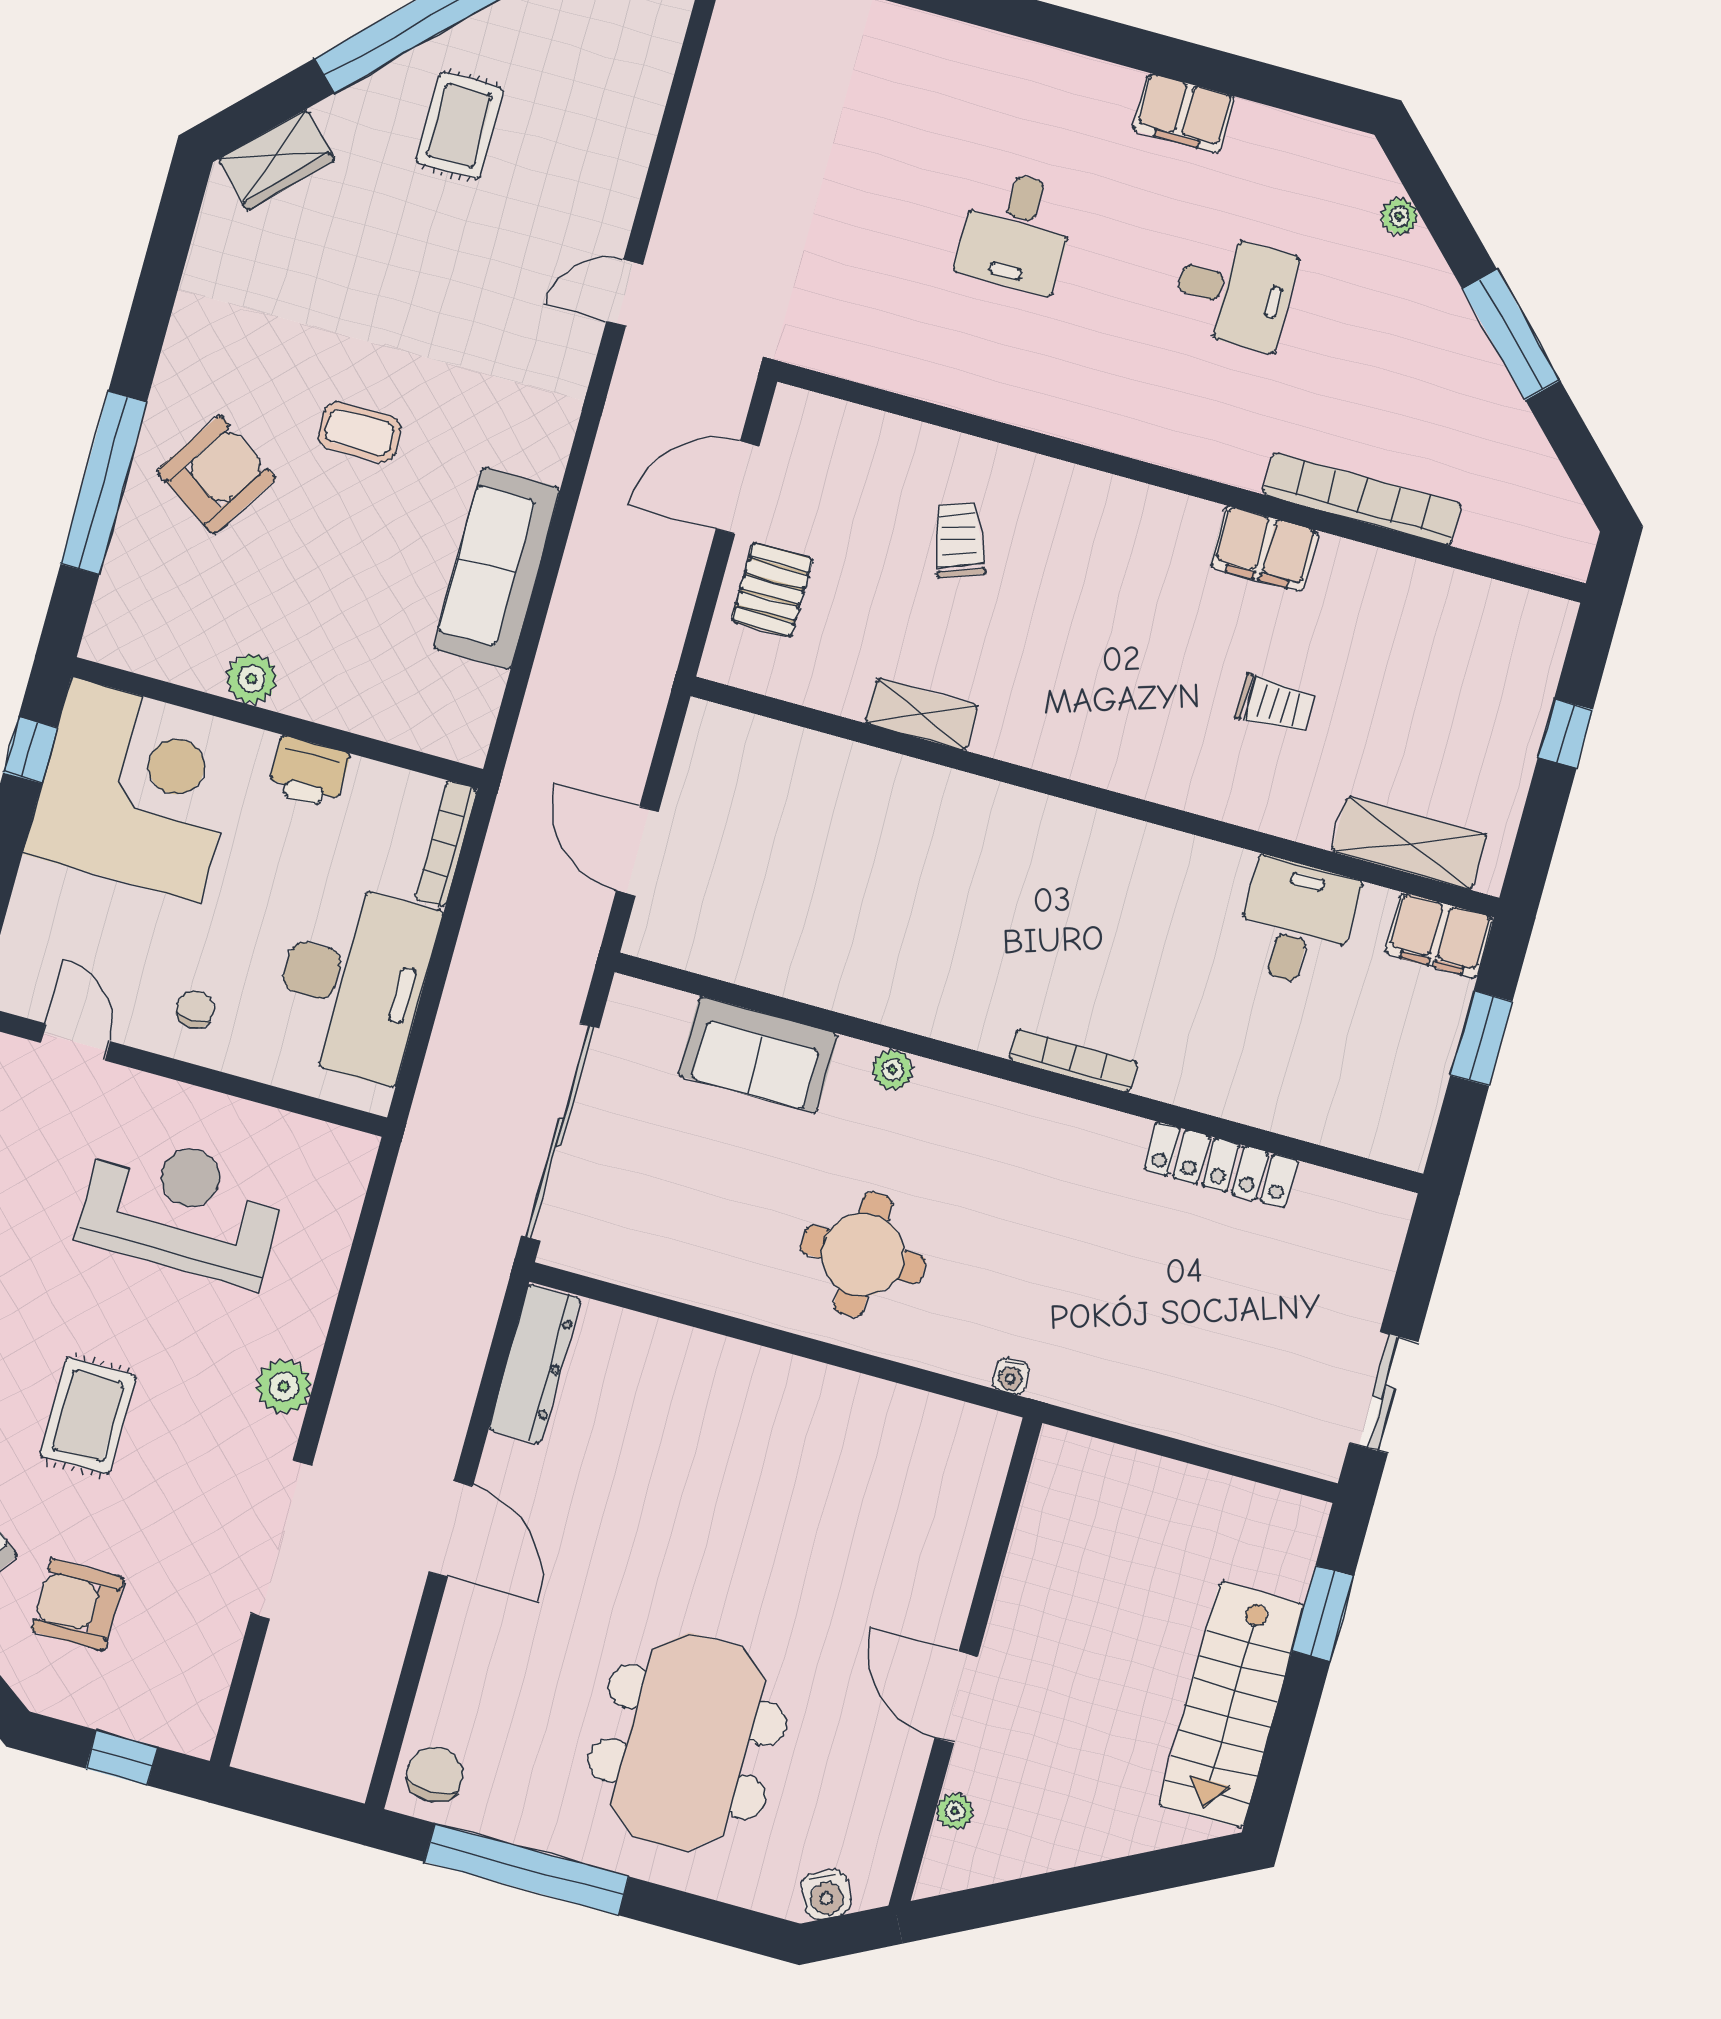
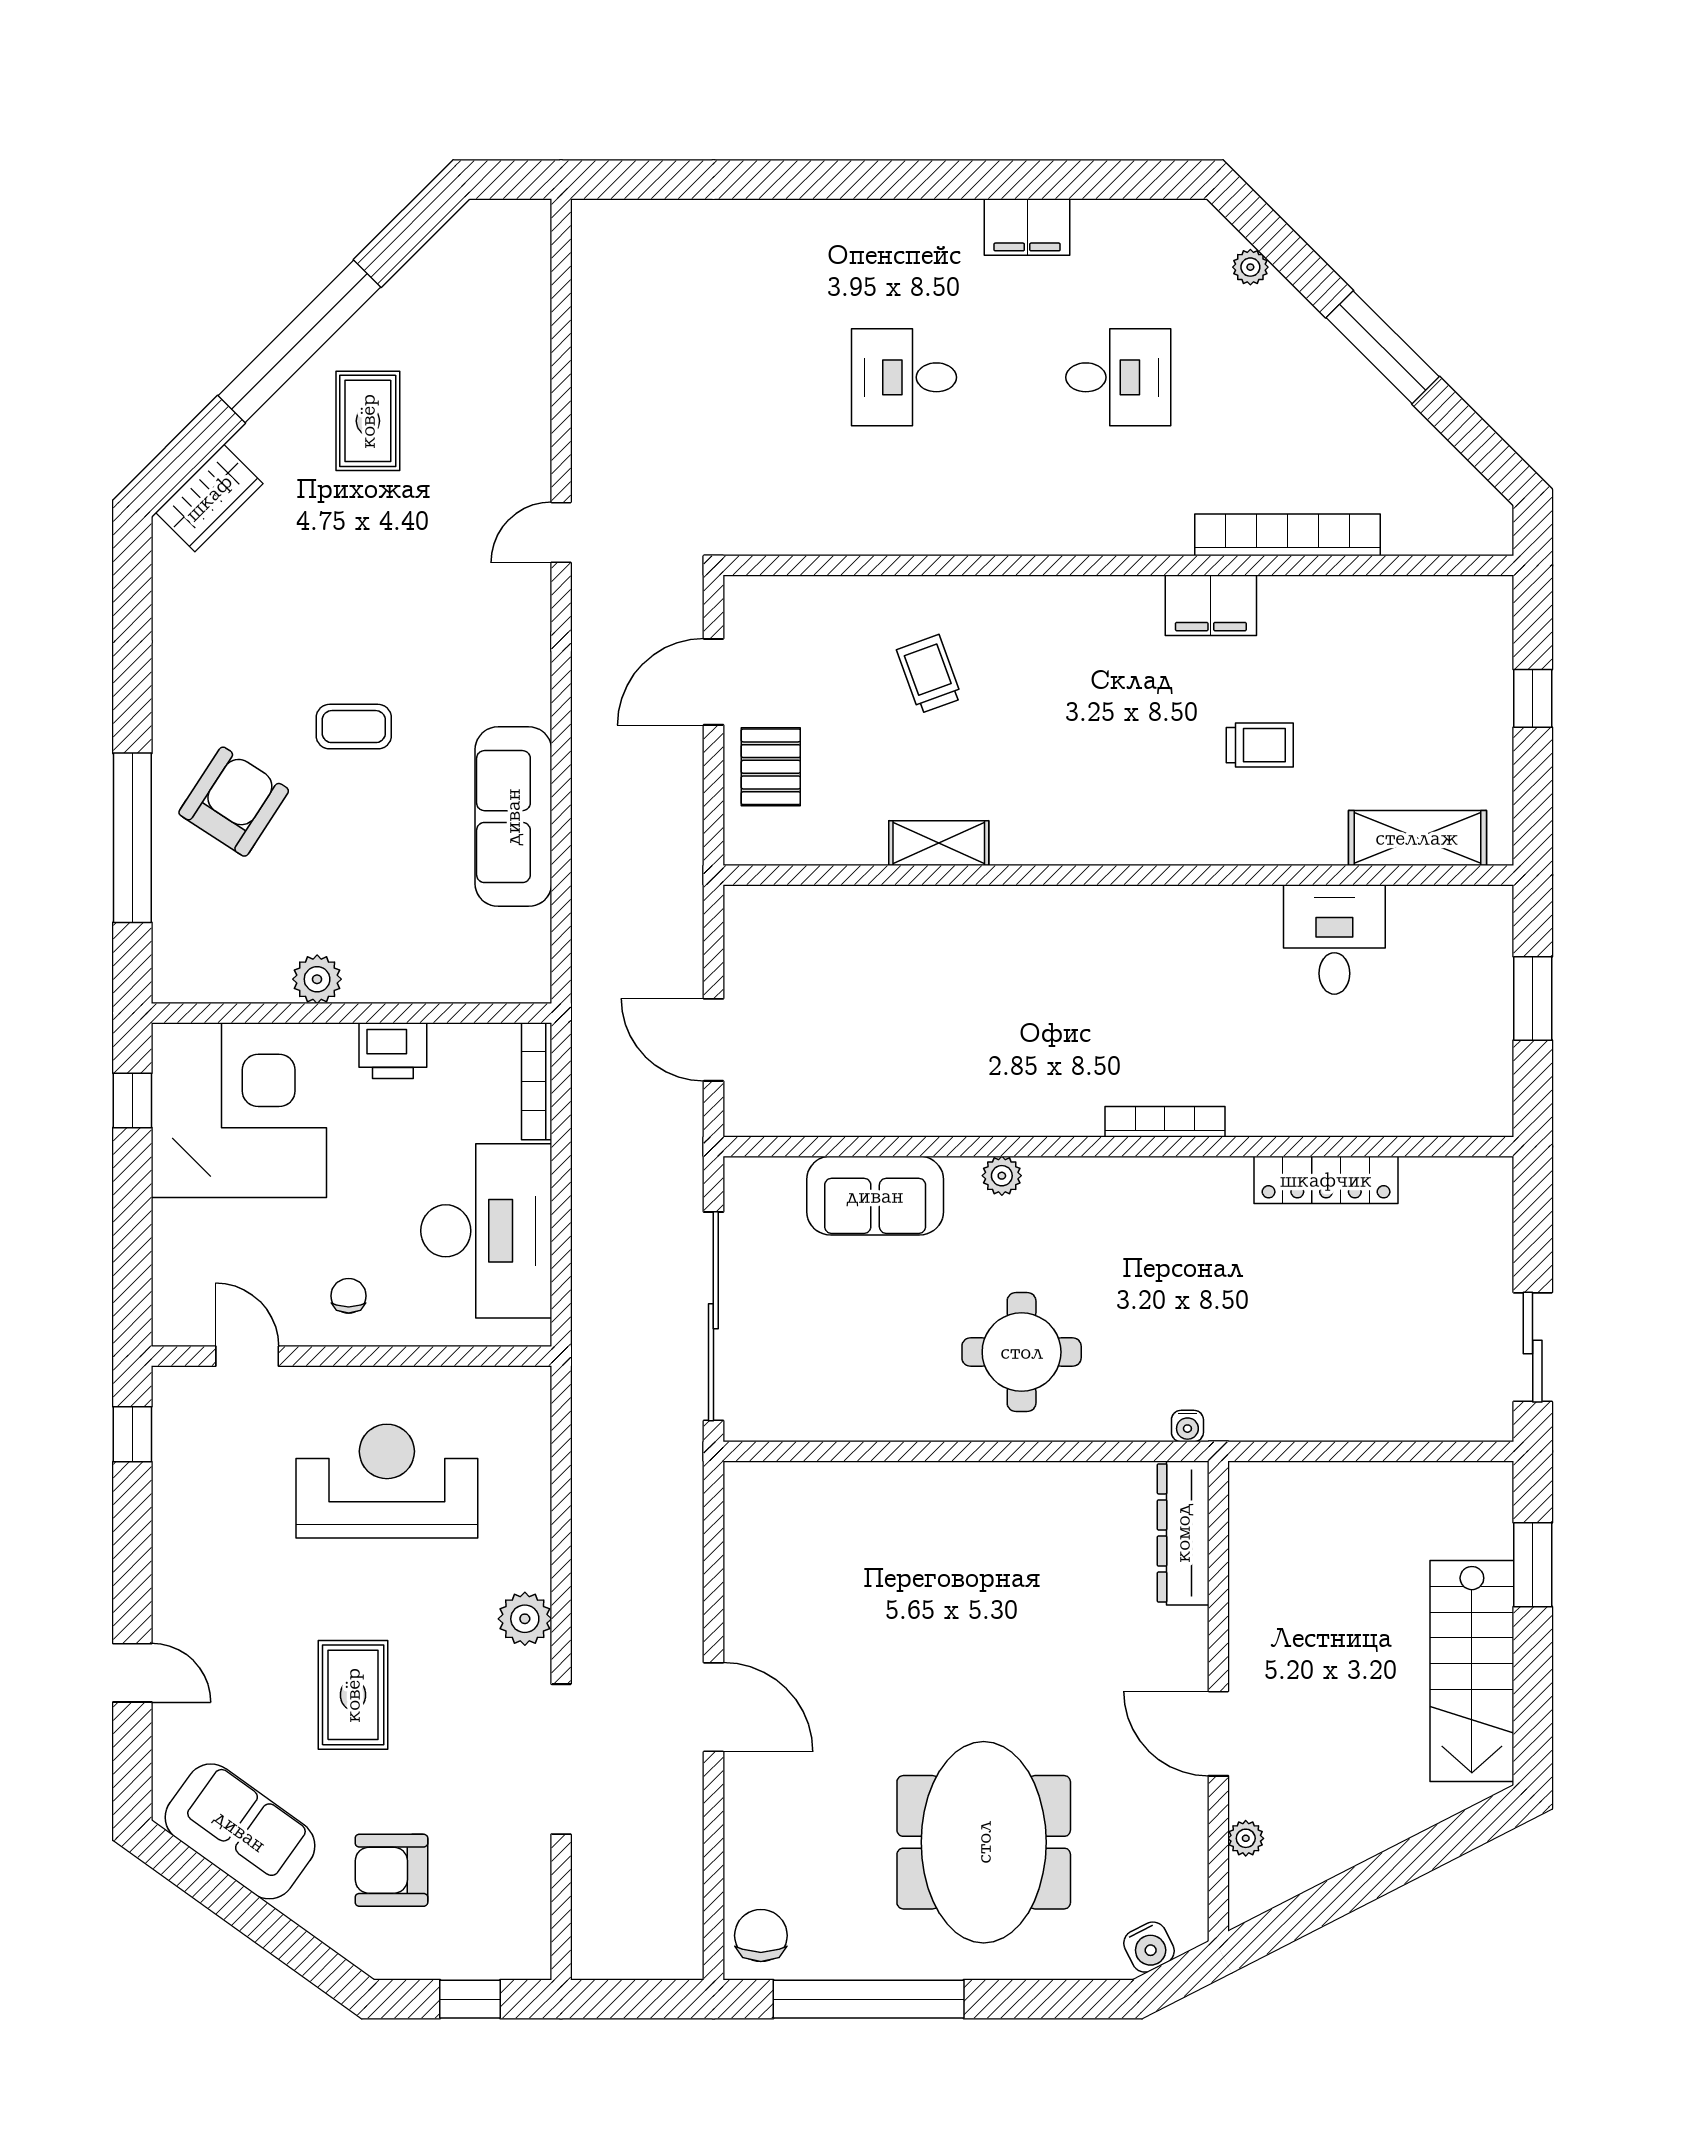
desk: (1016, 231) -> (904, 377), turned 90
filing cabinet: (1439, 935) -> (1468, 915), removed
dresser: (535, 1364) -> (1183, 1533), moved, turned 180

